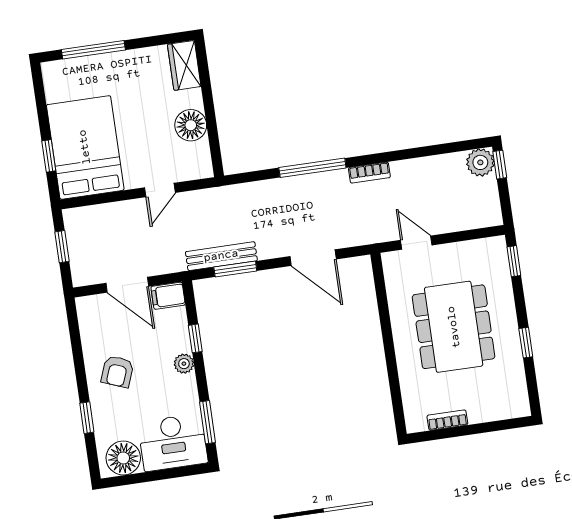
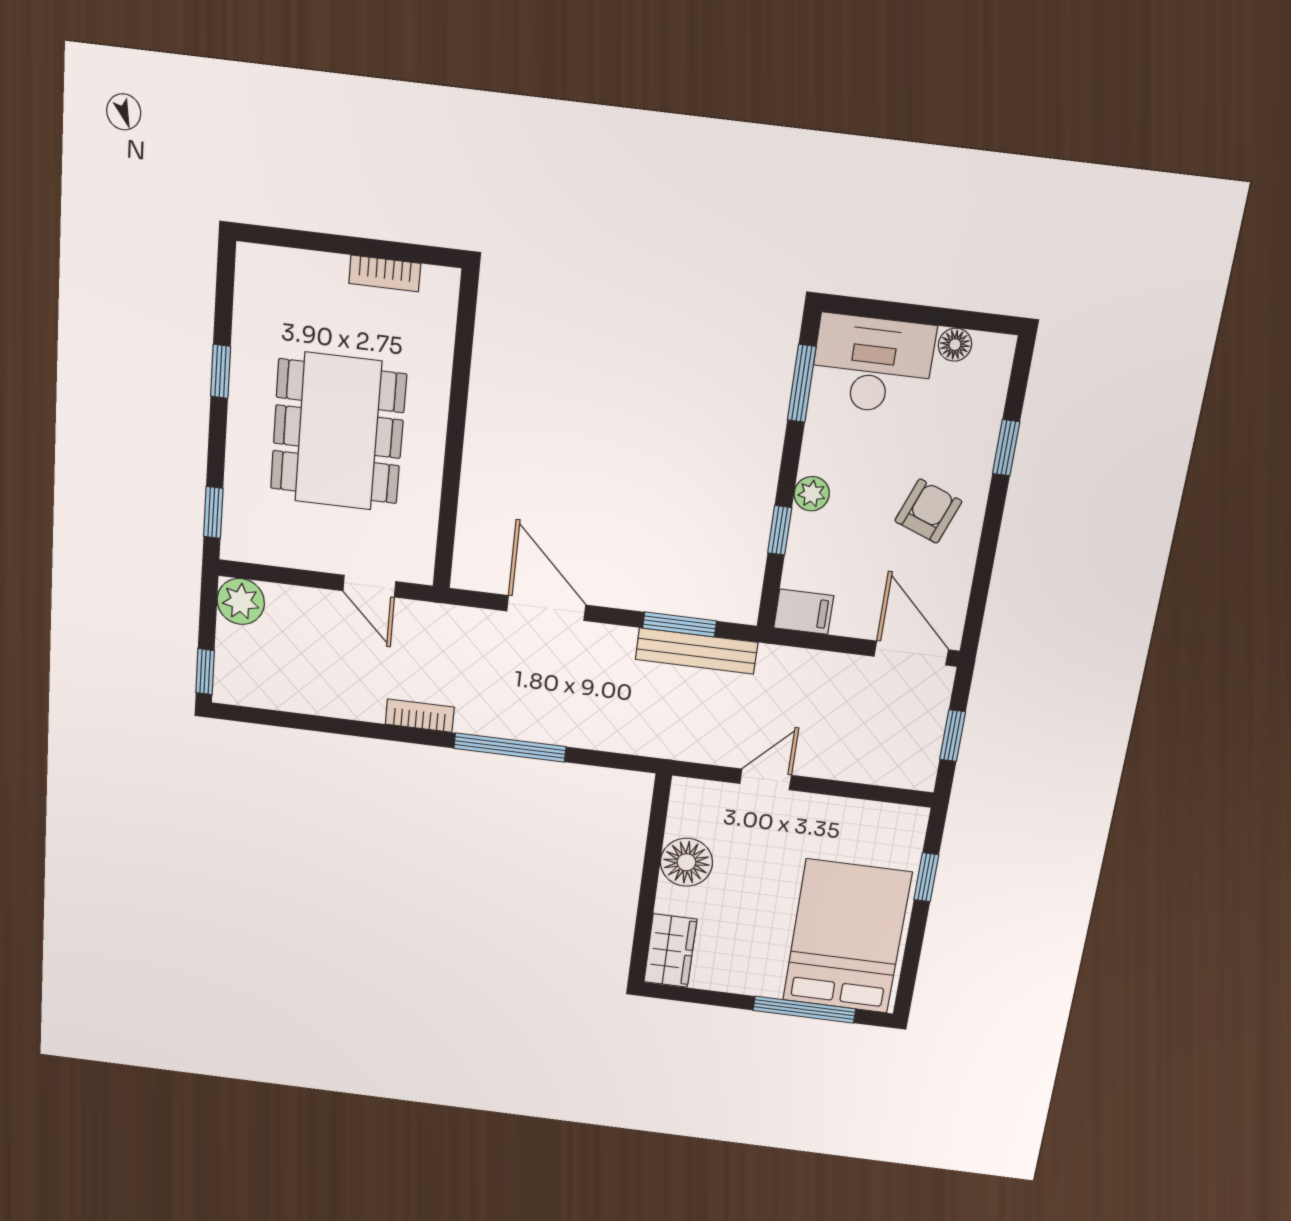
bed: (85, 147) -> (847, 937), moved, turned 180
plant: (480, 162) -> (241, 601), moved
door: (127, 285) -> (911, 653), moved
floor lamp: (123, 458) -> (955, 345), width x0.53, depth x0.53

